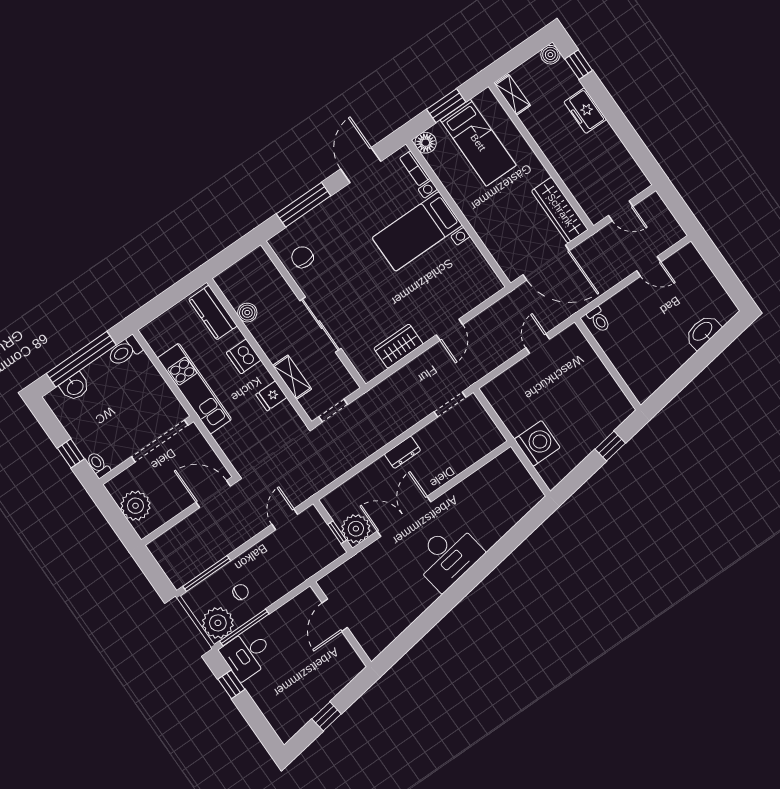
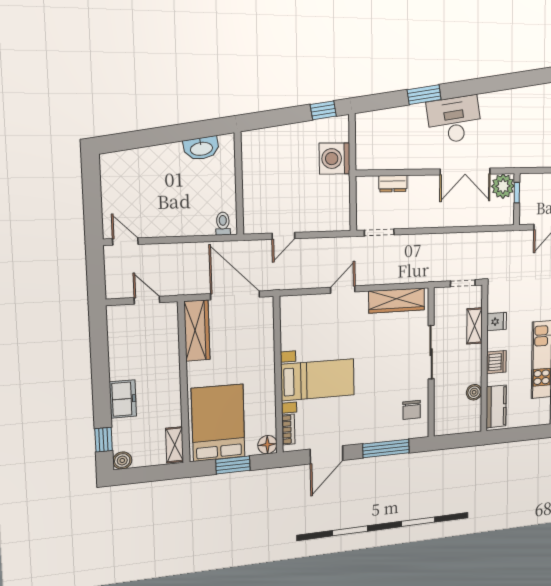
bed: (478, 143) -> (218, 423), width x1.50
door: (649, 266) -> (125, 241), moved
washbasin: (703, 332) -> (201, 148), moved
wardrobe: (398, 346) -> (397, 301), width x1.50
window: (610, 446) -> (323, 110), moved
dresser: (403, 452) -> (393, 184), moved, turned 180
window: (493, 558) -> (424, 95), added

